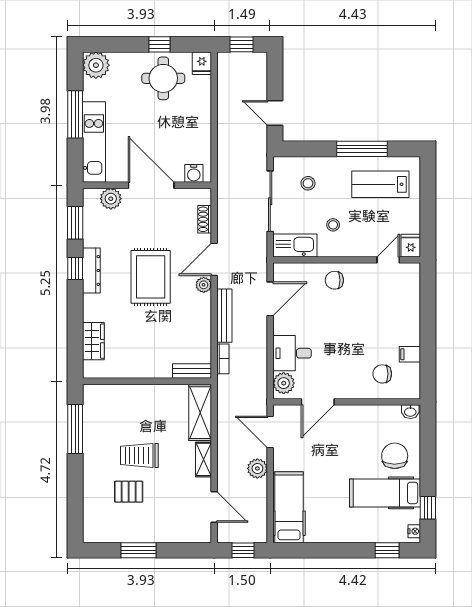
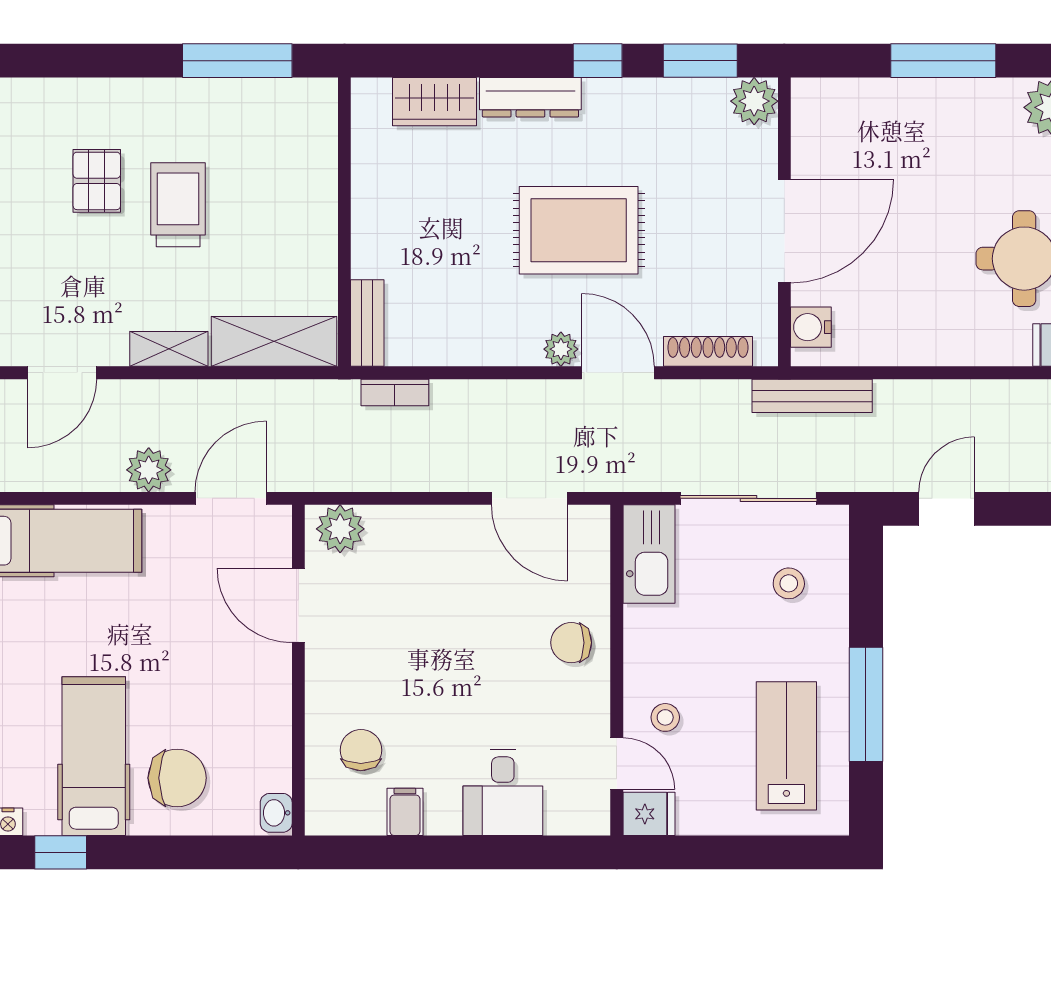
kitchen unit: (94, 142) -> (881, 103), removed
plant: (111, 199) -> (754, 101), moved
shoe rack: (205, 219) -> (708, 351), width x1.43
stool: (333, 225) -> (665, 717), moved
dresser: (91, 270) -> (530, 97), moved
chair: (334, 280) -> (571, 643), turned -90
bench: (224, 316) -> (812, 396), moved
desk: (292, 353) -> (503, 793), moved, turned 180

